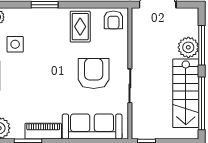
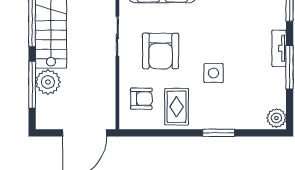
armchair: (113, 20) -> (141, 99), moved, turned 90
side table: (15, 44) -> (214, 73), moved

